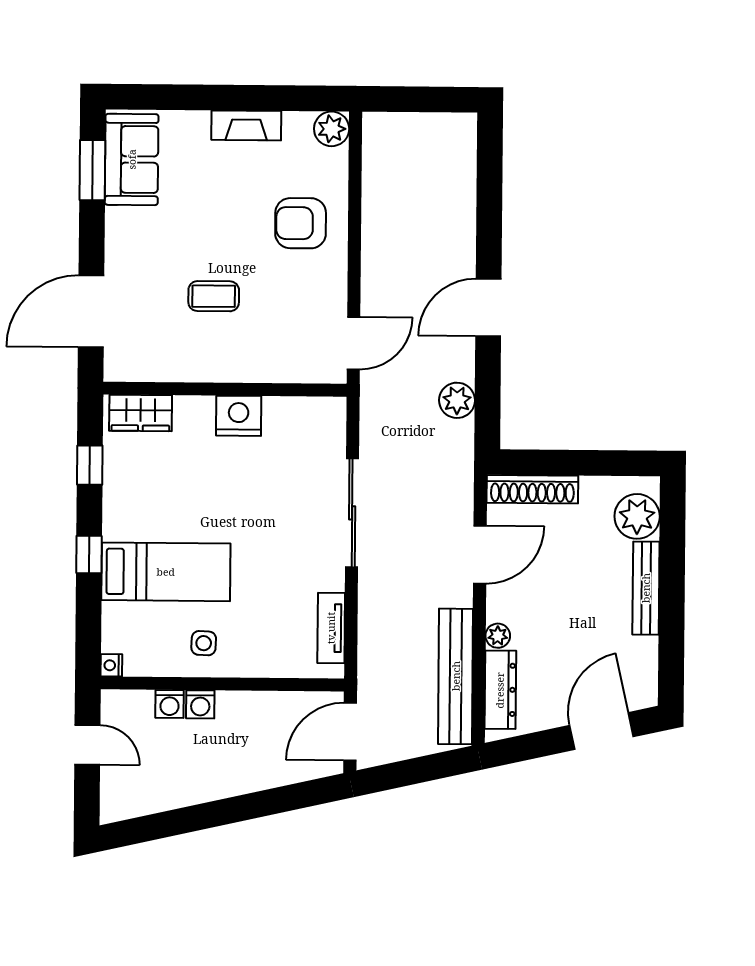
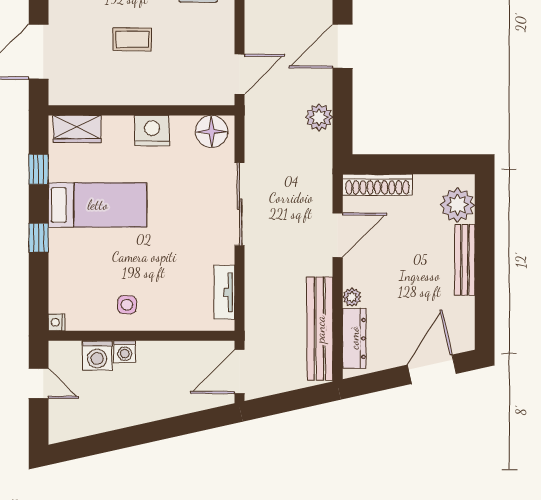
floor lamp: (316, 418) -> (212, 132), added
bed: (166, 572) -> (98, 205), moved
washing machine: (170, 704) -> (97, 356), width x1.38, depth x1.38

